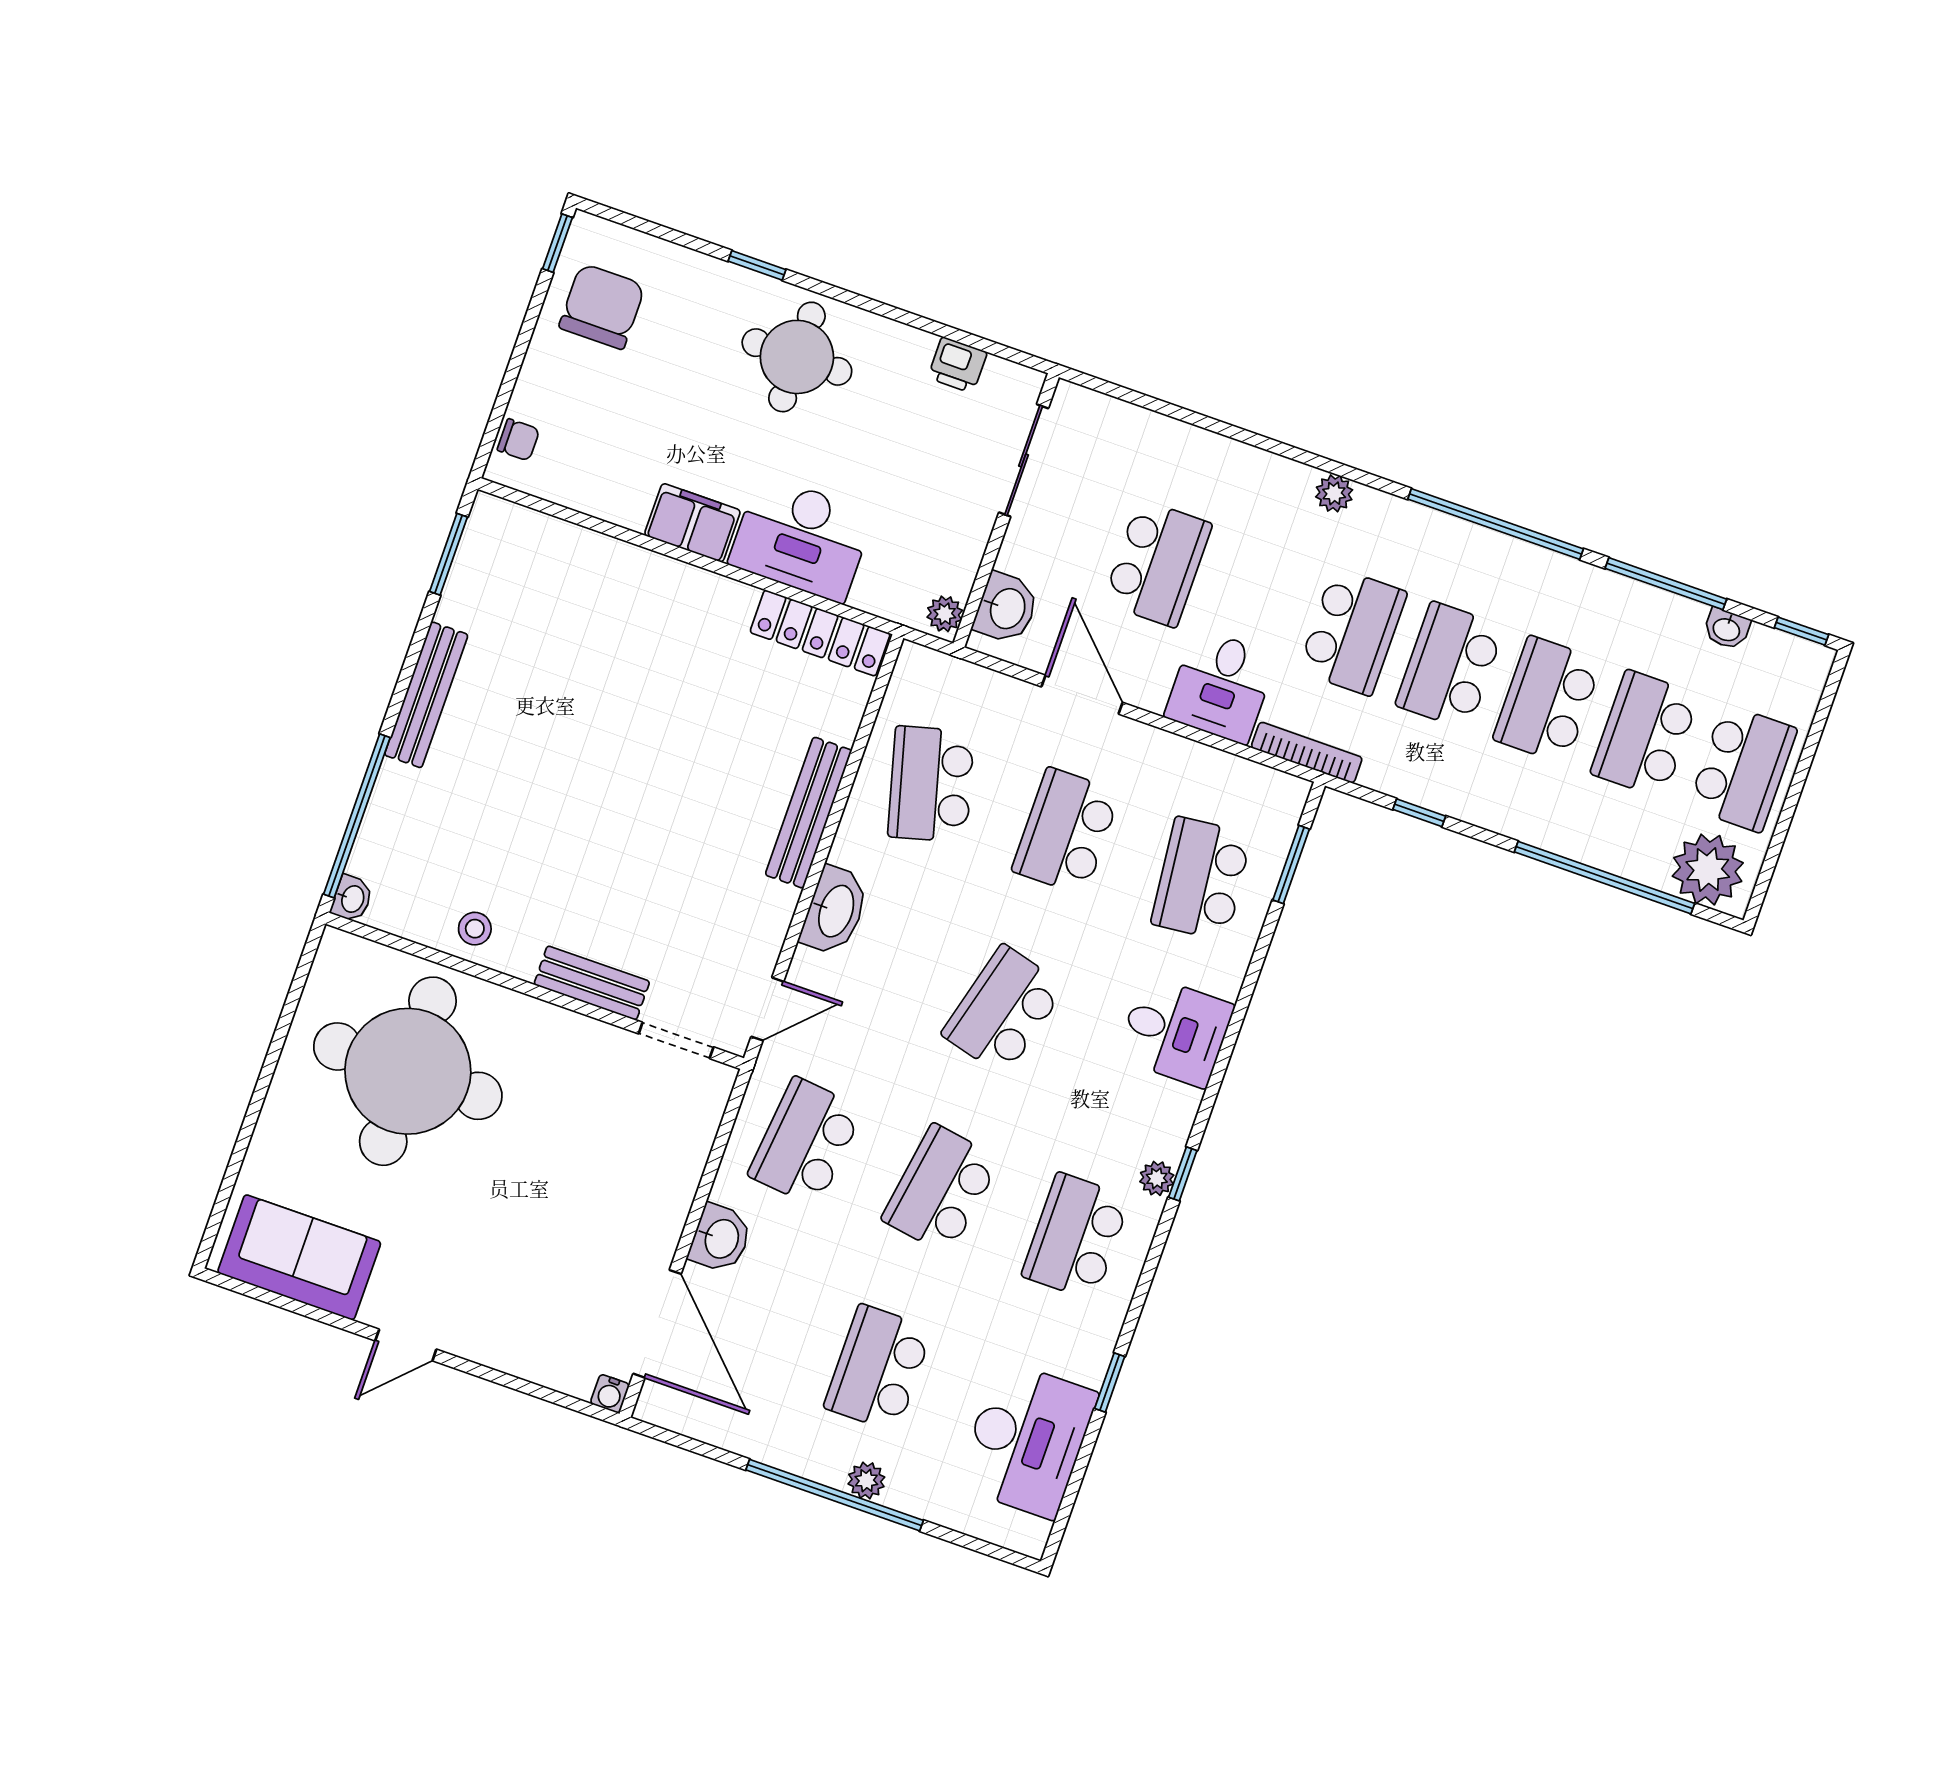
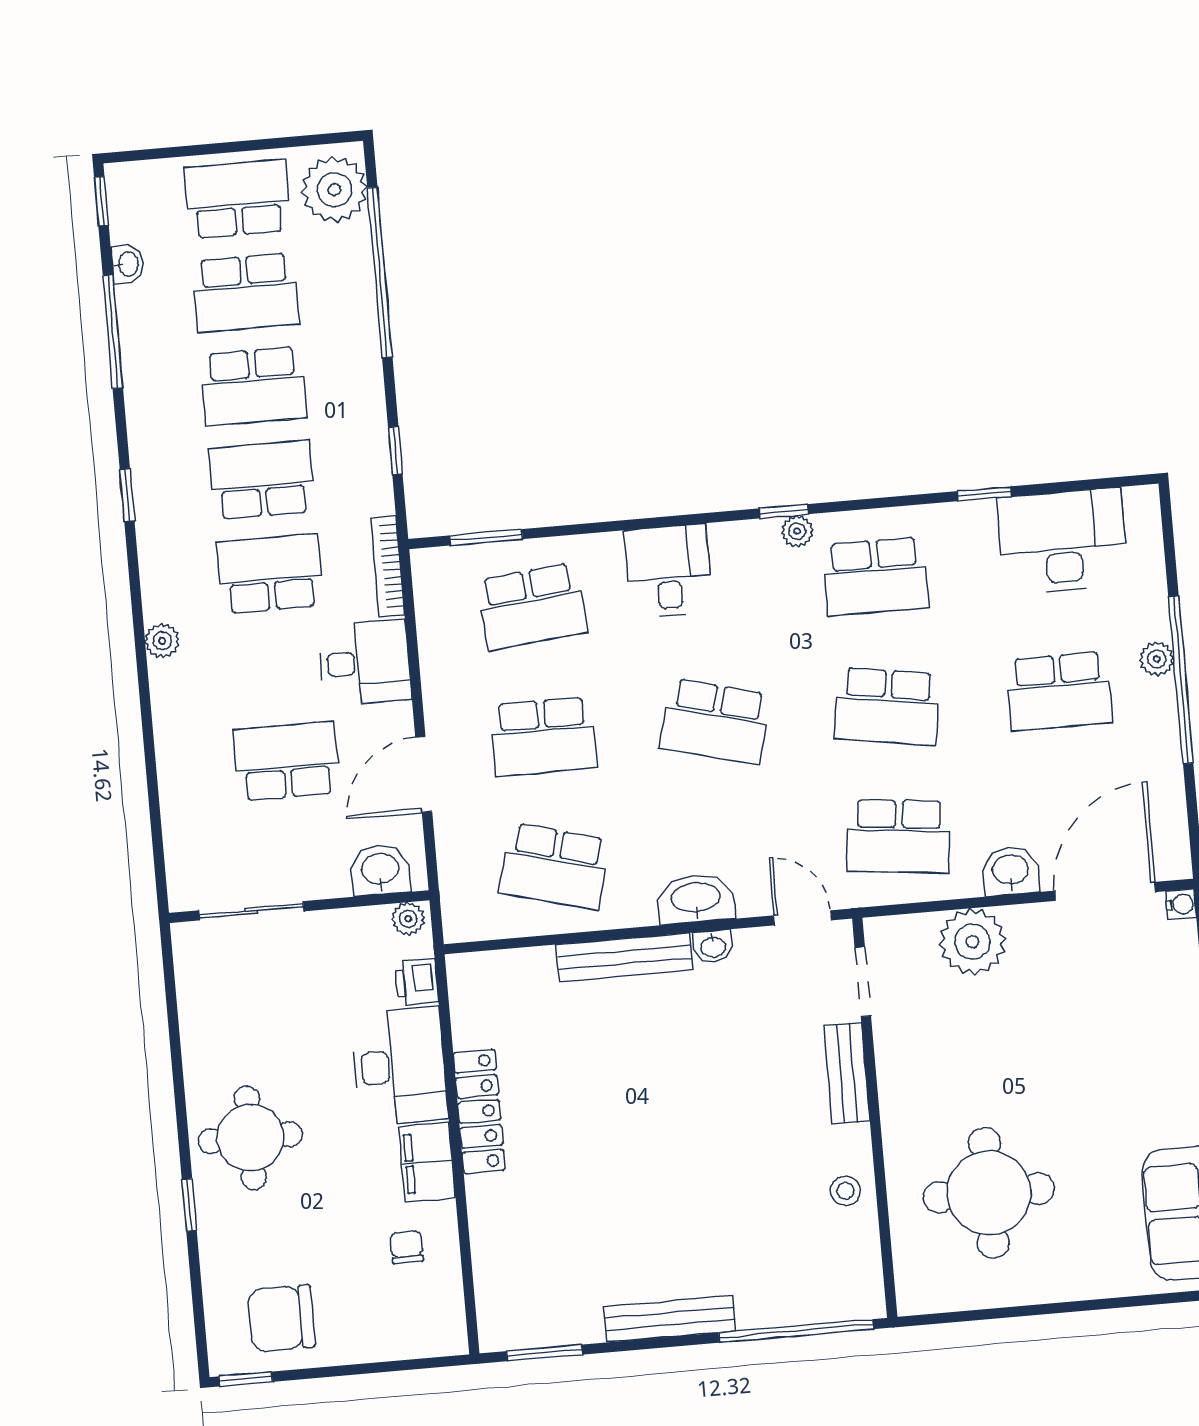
printer: (957, 365) -> (417, 982), moved, turned 180
chair: (518, 440) -> (407, 1247), moved
window: (1496, 524) -> (127, 495), width x0.32
locker: (820, 633) -> (479, 1111), moved
school desk: (1450, 666) -> (262, 480), turned 180
school desk: (931, 784) -> (555, 866), turned 30
washbasin: (352, 899) -> (713, 946), moved, turned 180
round table: (408, 1071) -> (989, 1193), width x0.73, depth x0.73
plant: (667, 1168) -> (972, 942), added

